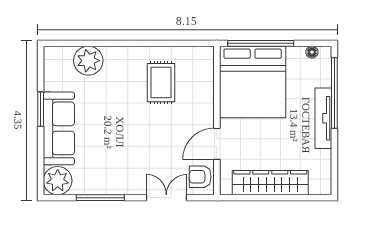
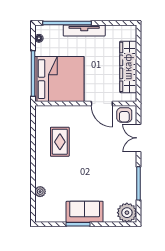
plant: (88, 61) -> (40, 192), width x0.53, depth x0.53
rug: (161, 83) -> (60, 142), turned 90
sofa: (59, 128) -> (85, 212), width x0.73

